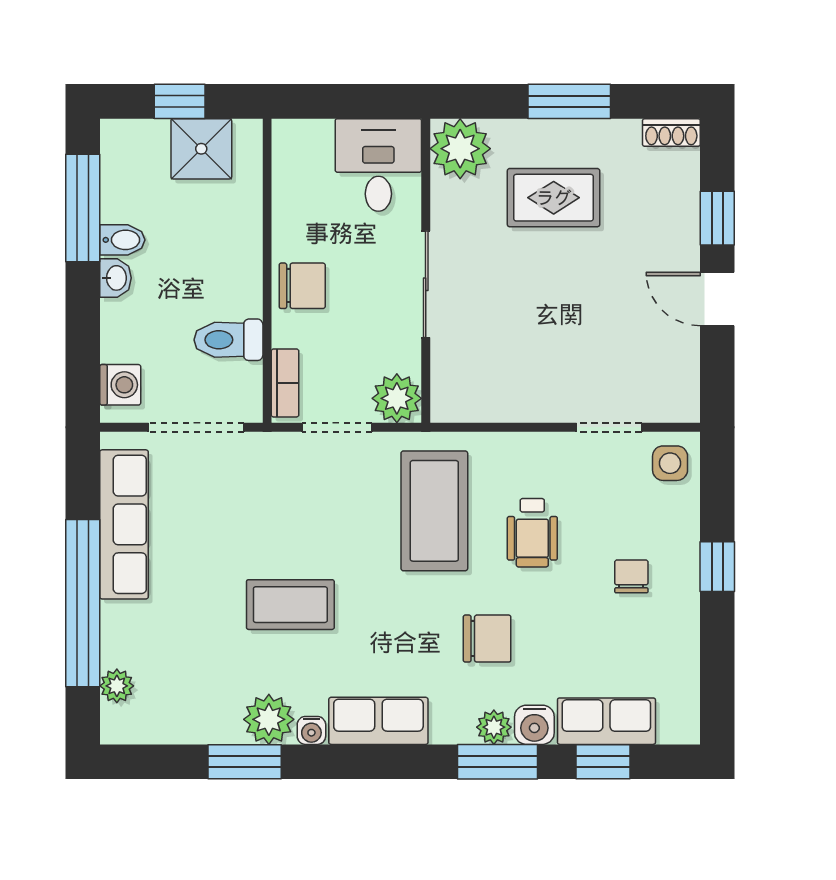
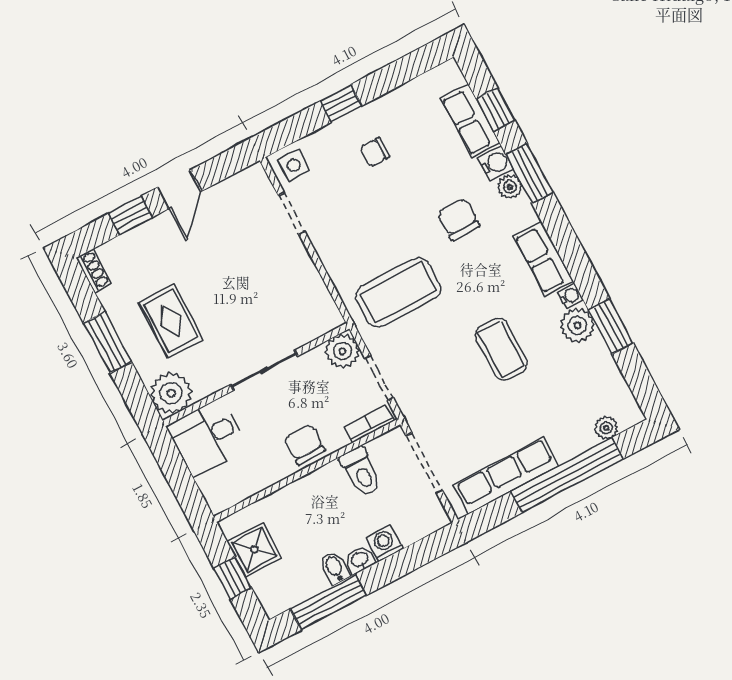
washing machine: (120, 385) -> (385, 543), moved
wheelchair: (532, 533) -> (380, 226), removed

